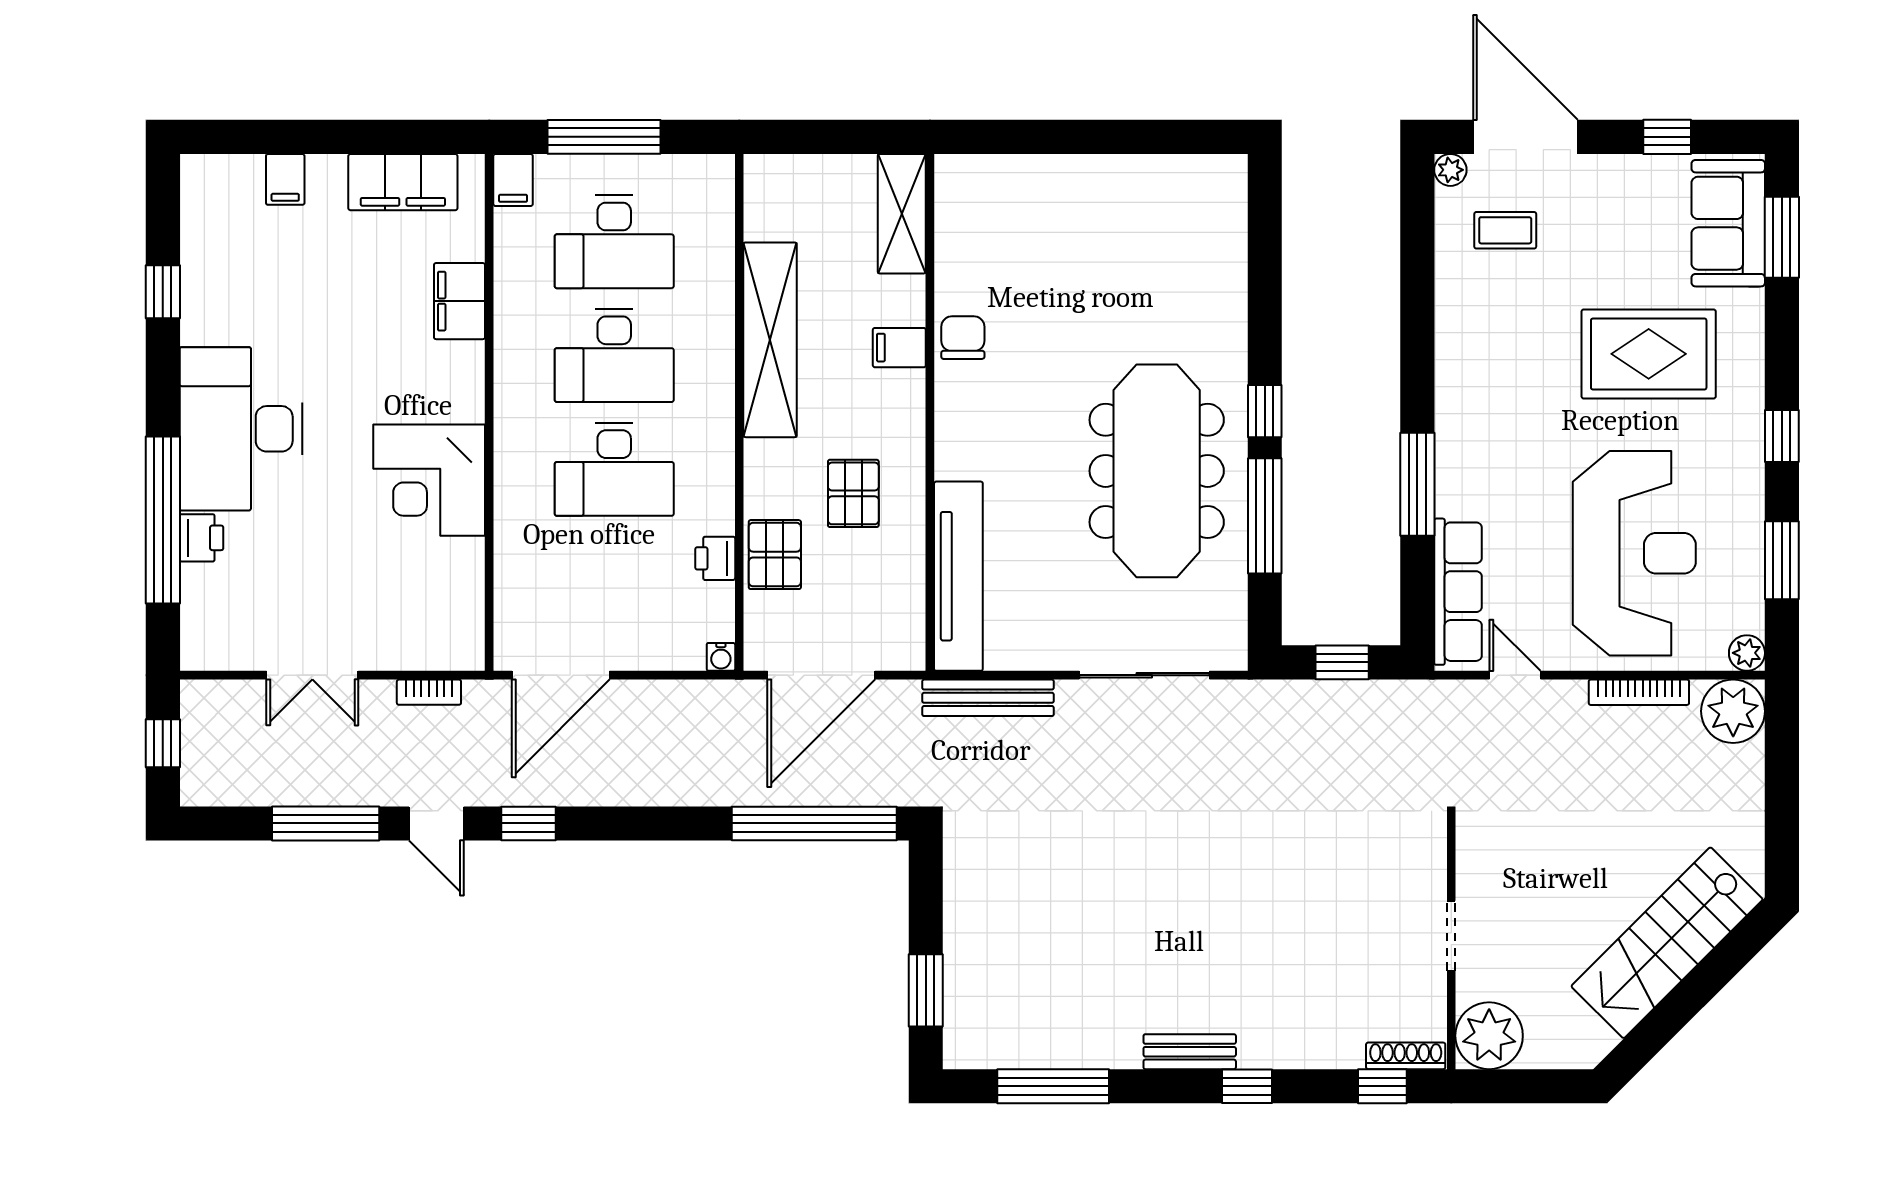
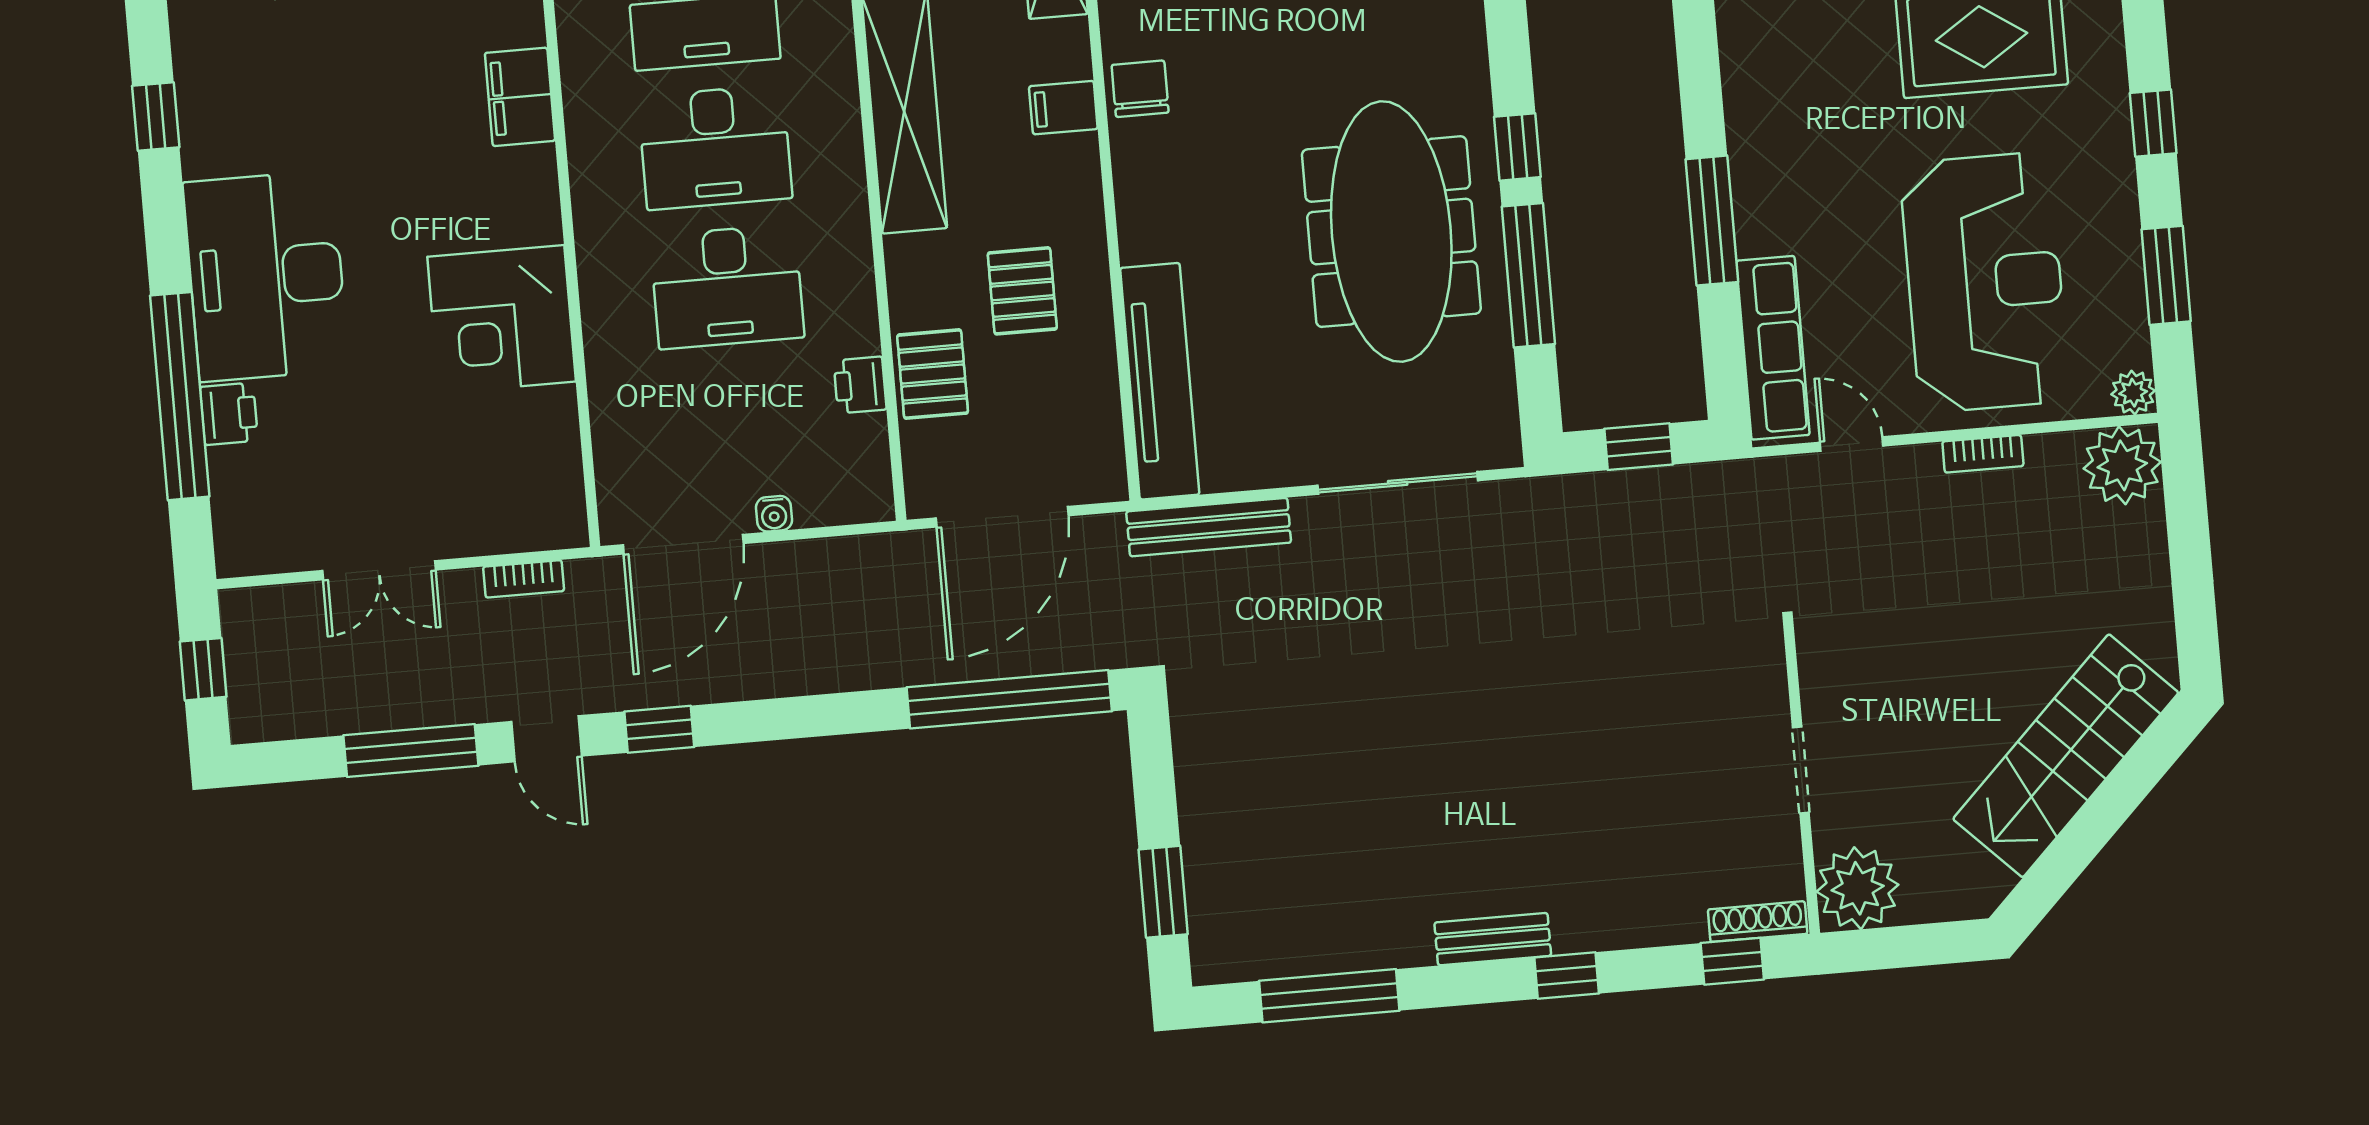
water cooler: (721, 657) -> (774, 514), moved
bookcase: (1639, 692) -> (1983, 454), width x0.64

